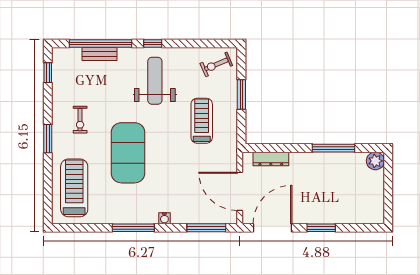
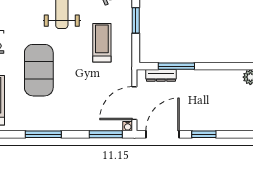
window: (333, 148) -> (176, 66), moved
door: (240, 191) -> (134, 103), hinge flipped
water cooler: (164, 218) -> (128, 126), moved

